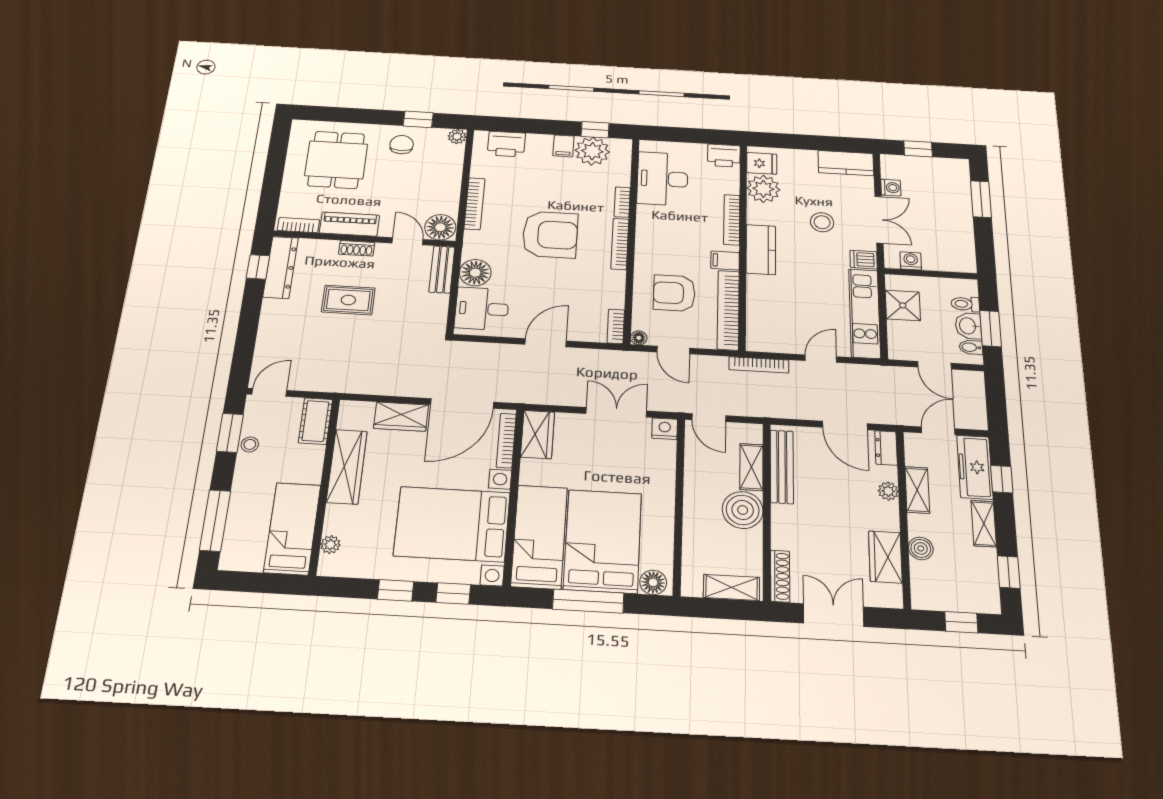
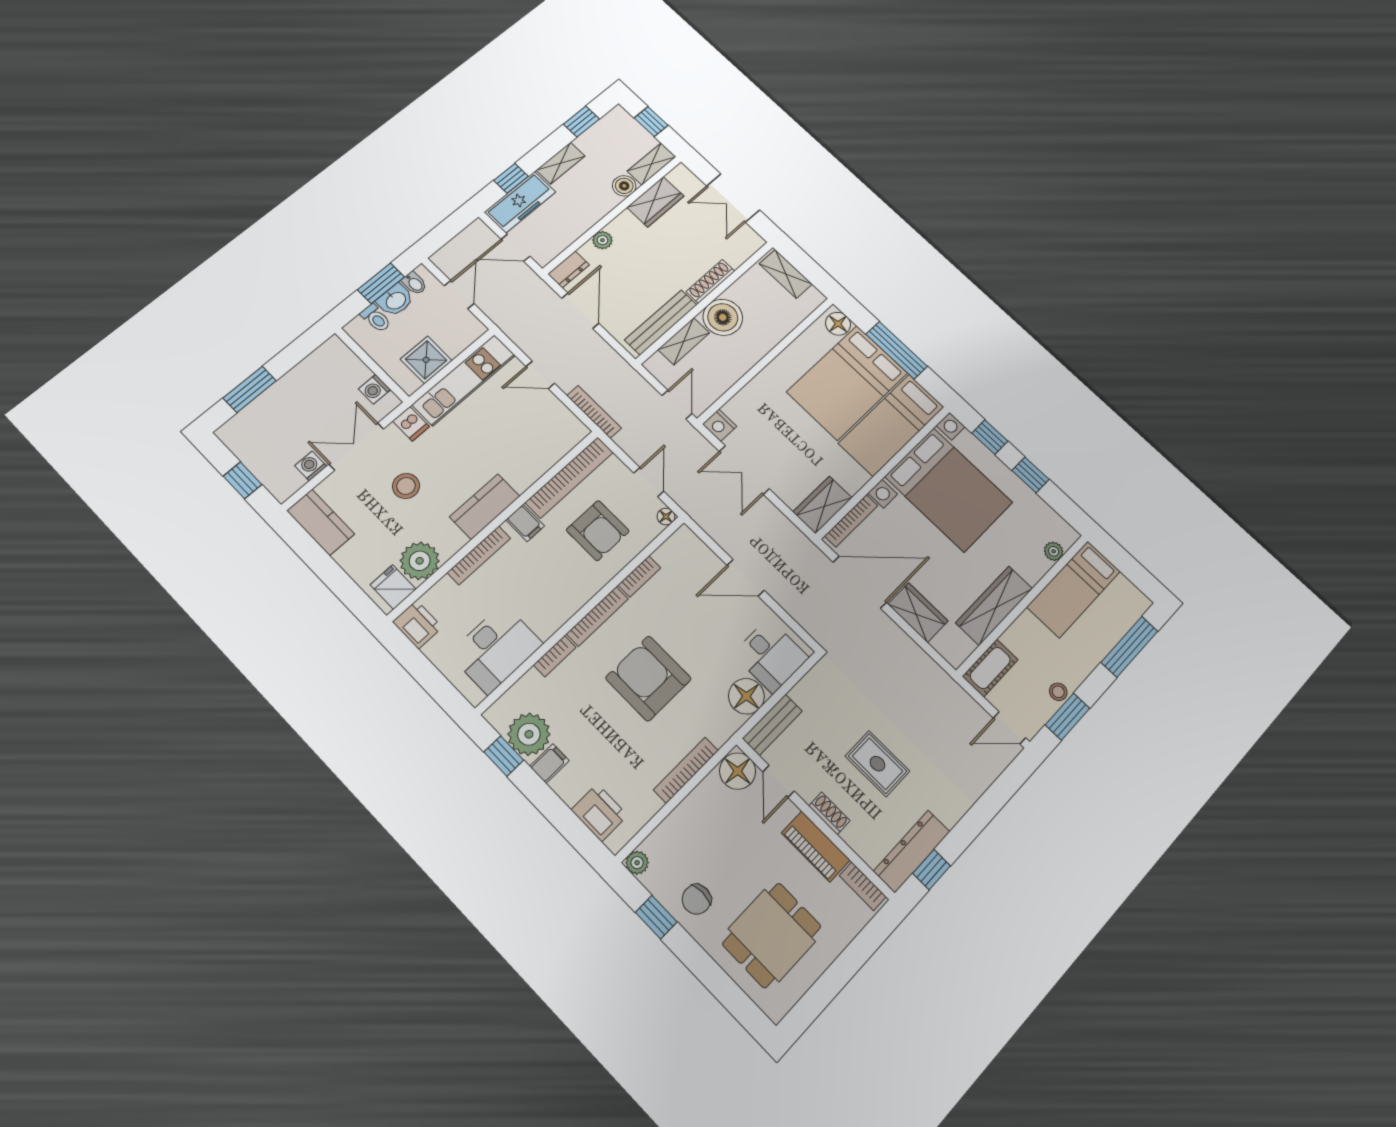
bookcase: (616, 326) -> (639, 576), moved
shelving: (917, 490) -> (651, 164), moved
shoe rack: (780, 576) -> (710, 281), moved

